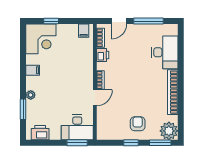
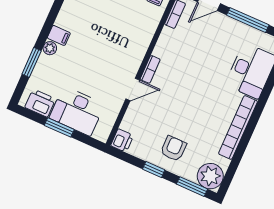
printer: (103, 55) -> (122, 140), moved
filing cabinet: (33, 70) -> (59, 35), moved
desk: (77, 127) -> (77, 111), moved
window: (77, 143) -> (59, 127), moved

